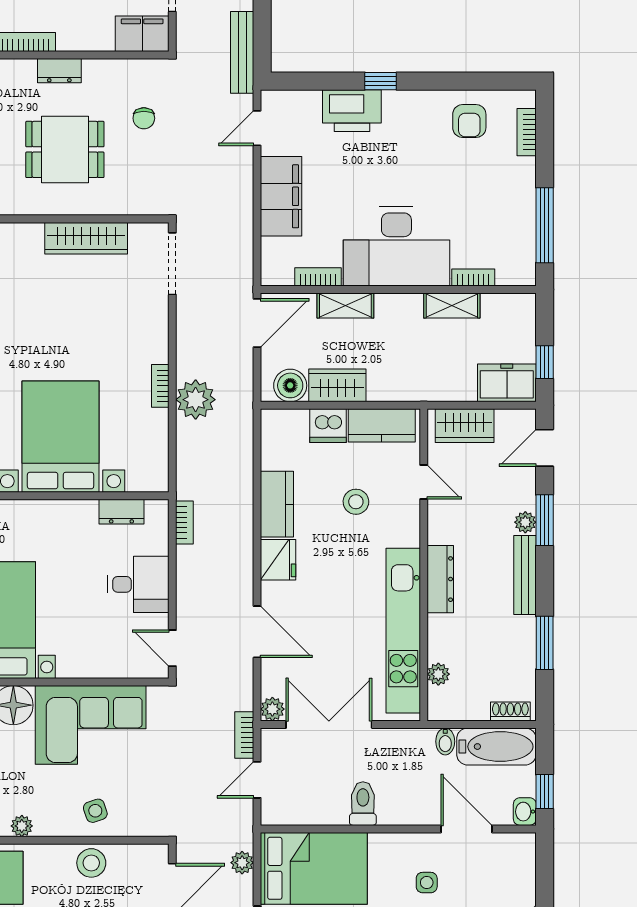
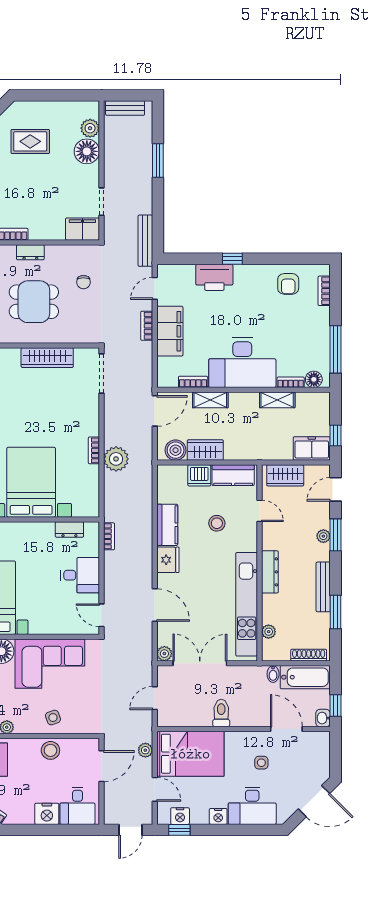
floor lamp: (510, 273) -> (314, 379), added
bench: (525, 575) -> (323, 587), moved
shoe rack: (510, 711) -> (309, 655), width x1.43
bookcase: (244, 735) -> (147, 326), moved

